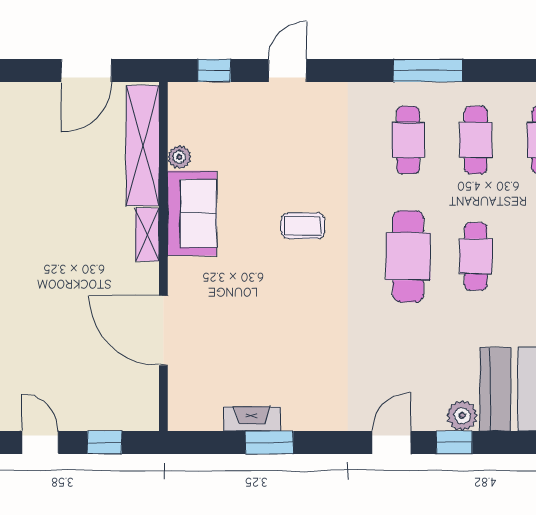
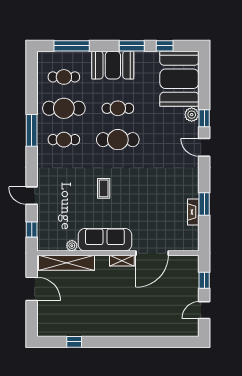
cafe table: (476, 140) -> (64, 108), width x1.37, depth x1.35
sofa: (192, 213) -> (105, 240), width x1.36
shelving: (147, 235) -> (122, 261), moved

